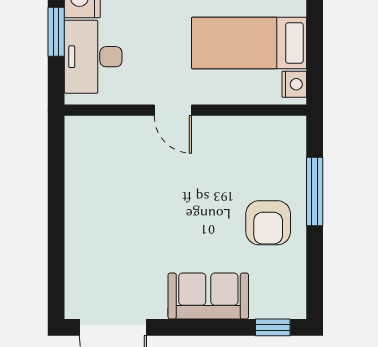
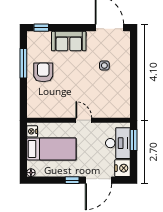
window: (56, 32) -> (134, 140), moved
window: (315, 191) -> (23, 63), moved
side table: (125, 239) -> (104, 66), added

